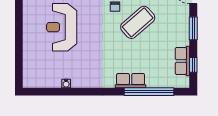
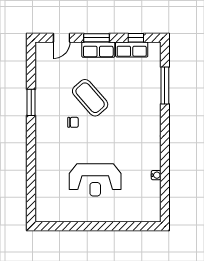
row of seats: (131, 81) -> (98, 50), moved, turned -90
window: (149, 92) -> (165, 86), width x0.68

